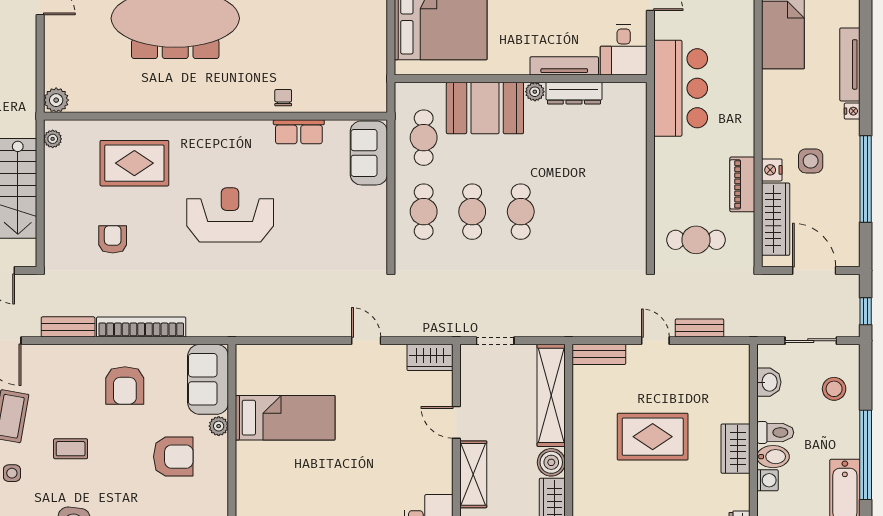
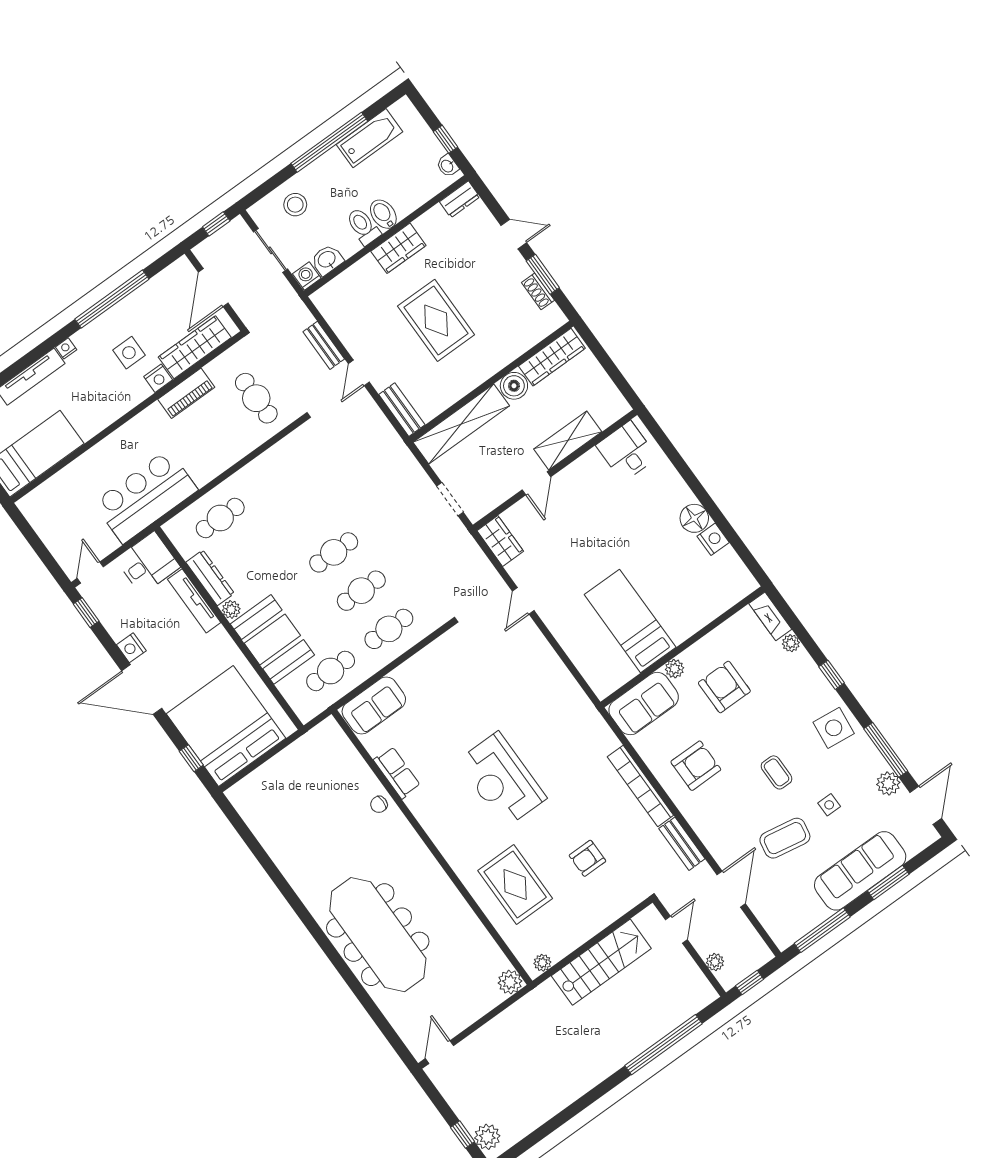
cafe table: (618, 138) -> (220, 518), added
washing machine: (767, 480) -> (307, 276), moved

